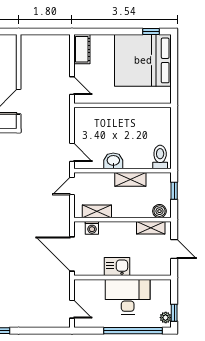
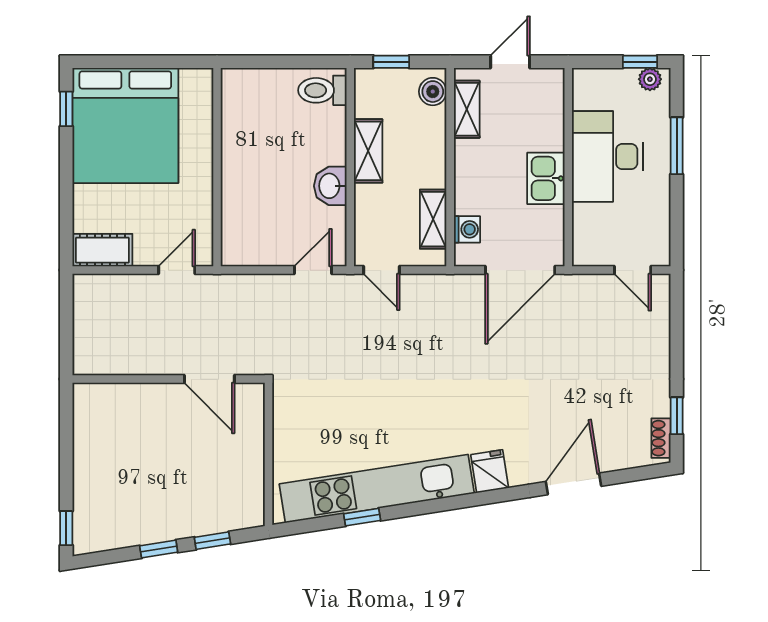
door: (72, 309) -> (633, 270), swing flipped
window: (133, 331) -> (677, 146), width x0.47

